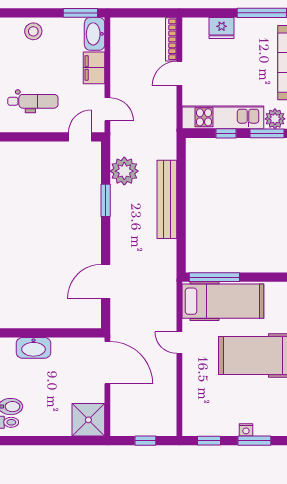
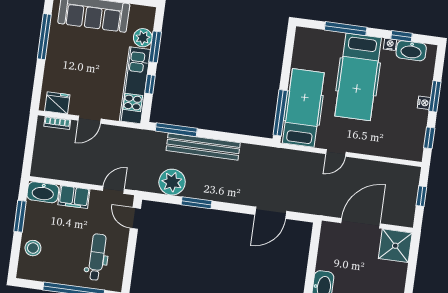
window: (80, 13) -> (20, 216), moved
fridge: (222, 28) -> (57, 103), moved, turned -90
bookcase: (171, 39) -> (57, 123), width x0.64
door: (179, 73) -> (90, 120), hinge flipped
window: (181, 168) -> (176, 130), added
door: (106, 281) -> (271, 213), hinge flipped
door: (107, 363) -> (361, 223), moved

